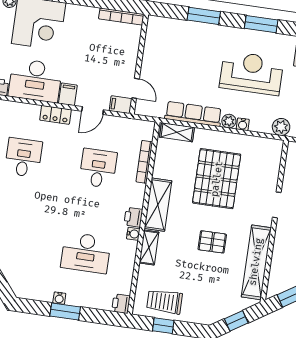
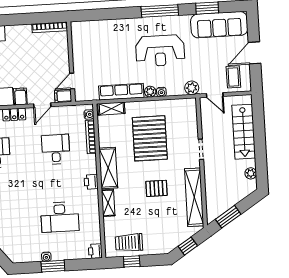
window: (204, 16) -> (114, 14), removed
window: (261, 24) -> (160, 11), width x1.44
reception desk: (251, 73) -> (160, 51), turned 180
door: (135, 88) -> (72, 81), swing flipped
water cooler: (133, 234) -> (89, 114), moved

